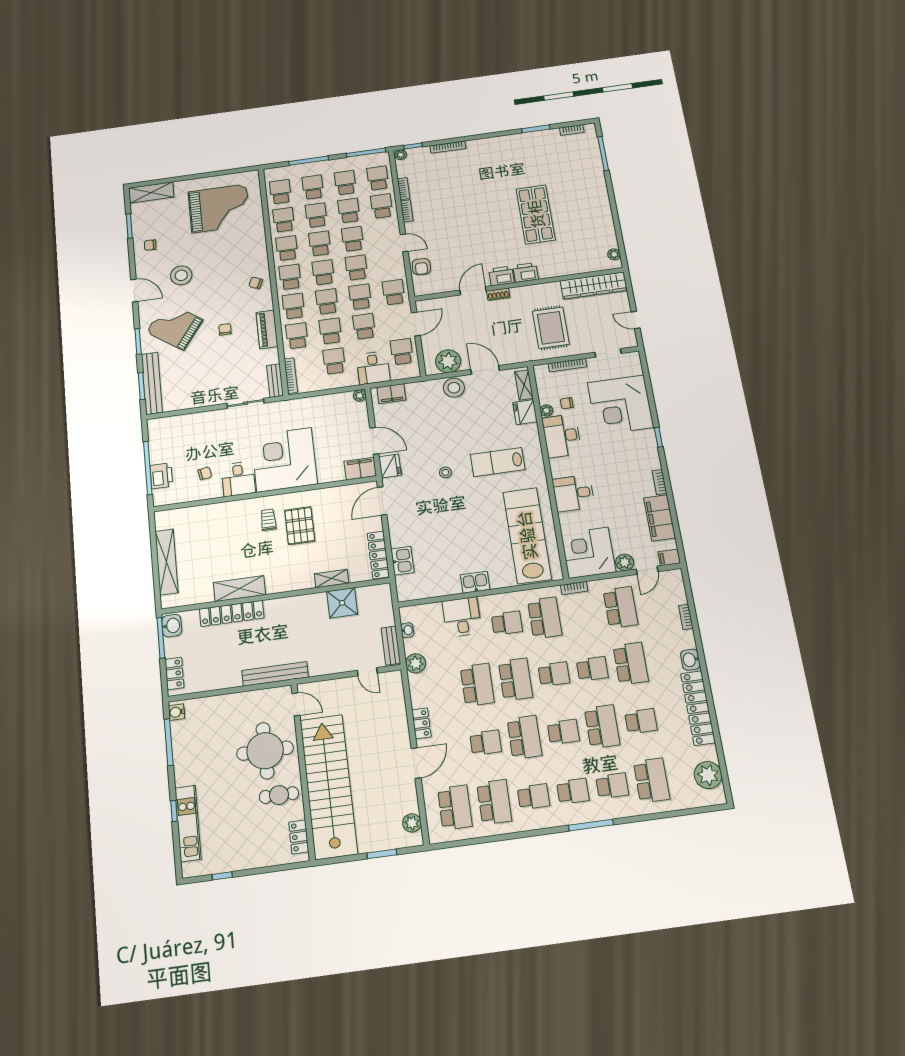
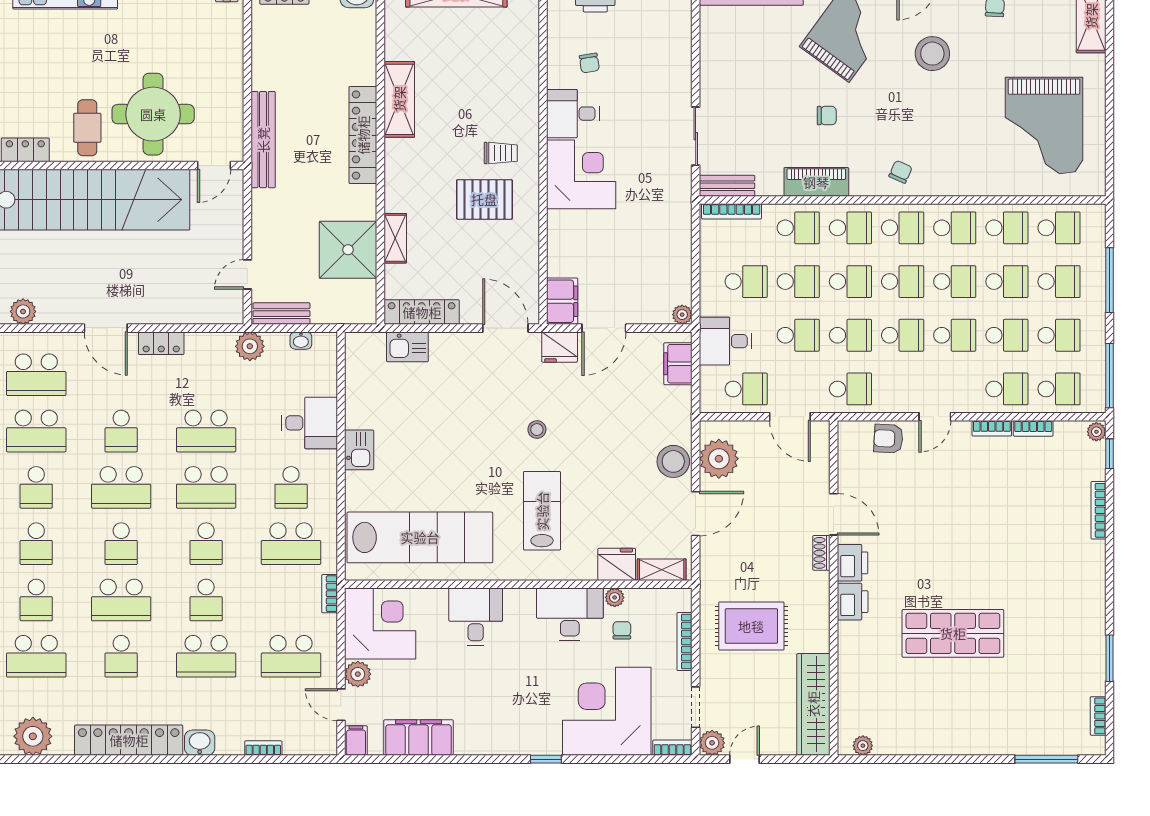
plant: (629, 340) -> (712, 743), added
corner desk: (284, 460) -> (581, 174), width x0.74, depth x0.74
bookcase: (659, 482) -> (672, 748), moved
shower: (342, 603) -> (348, 250), width x1.37, depth x1.37
locker: (232, 613) -> (363, 135), moved

